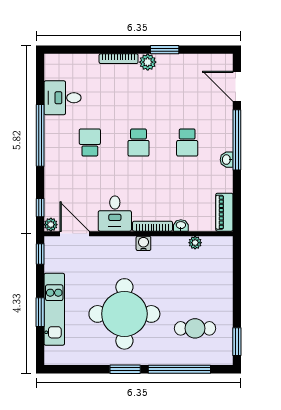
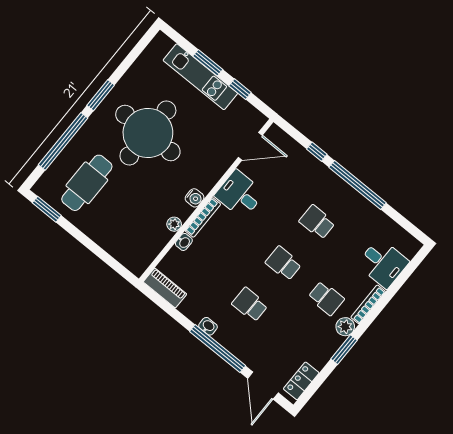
locker: (212, 62) -> (301, 381), added
door: (237, 86) -> (263, 386), swing flipped
school desk: (138, 92) -> (326, 298), added
desk: (62, 98) -> (383, 263), moved, turned 90
school desk: (90, 142) -> (317, 222), turned 180
window: (40, 208) -> (317, 152), moved
plant: (51, 225) -> (275, 132), removed
plant: (195, 243) -> (174, 224), moved
window: (40, 254) -> (240, 89), moved
cafe table: (195, 328) -> (87, 183), width x1.37, depth x1.35

